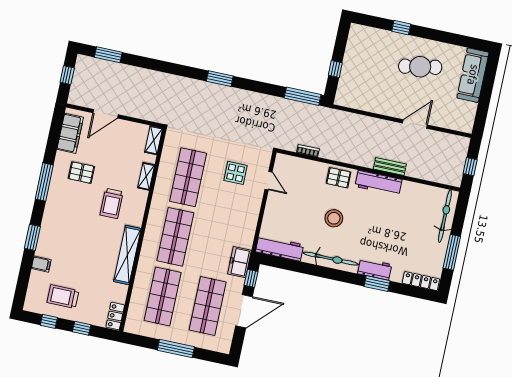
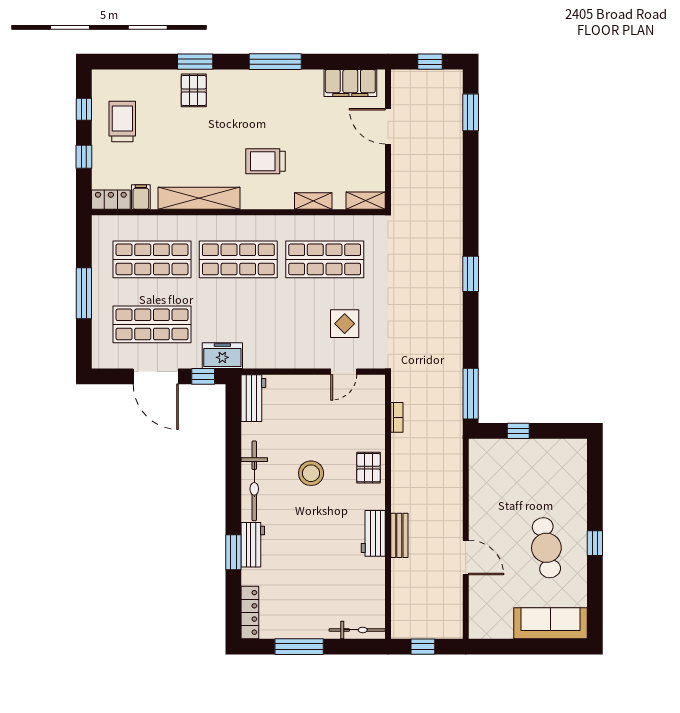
window: (401, 28) -> (595, 543), moved
pallet: (81, 173) -> (194, 90), moved
workbench: (379, 183) -> (373, 533), width x0.73
bicycle: (445, 216) -> (357, 630), width x0.73, depth x0.71
workbench: (279, 248) -> (253, 398), width x0.73
filing cabinet: (41, 264) -> (141, 197), moved, turned 180

